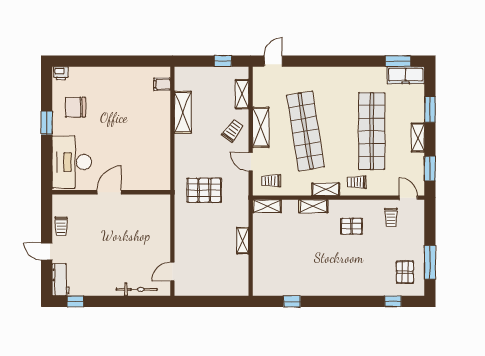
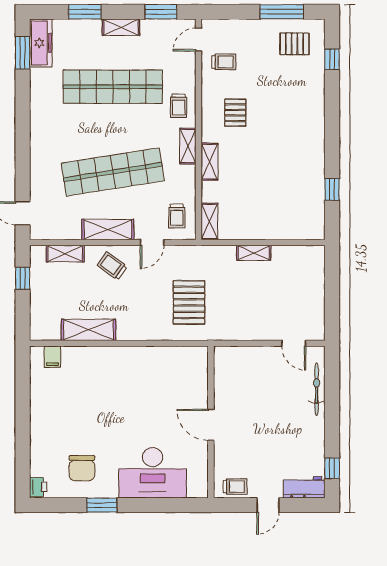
door: (109, 192) -> (211, 425), moved
wall: (111, 192) -> (211, 422), moved

